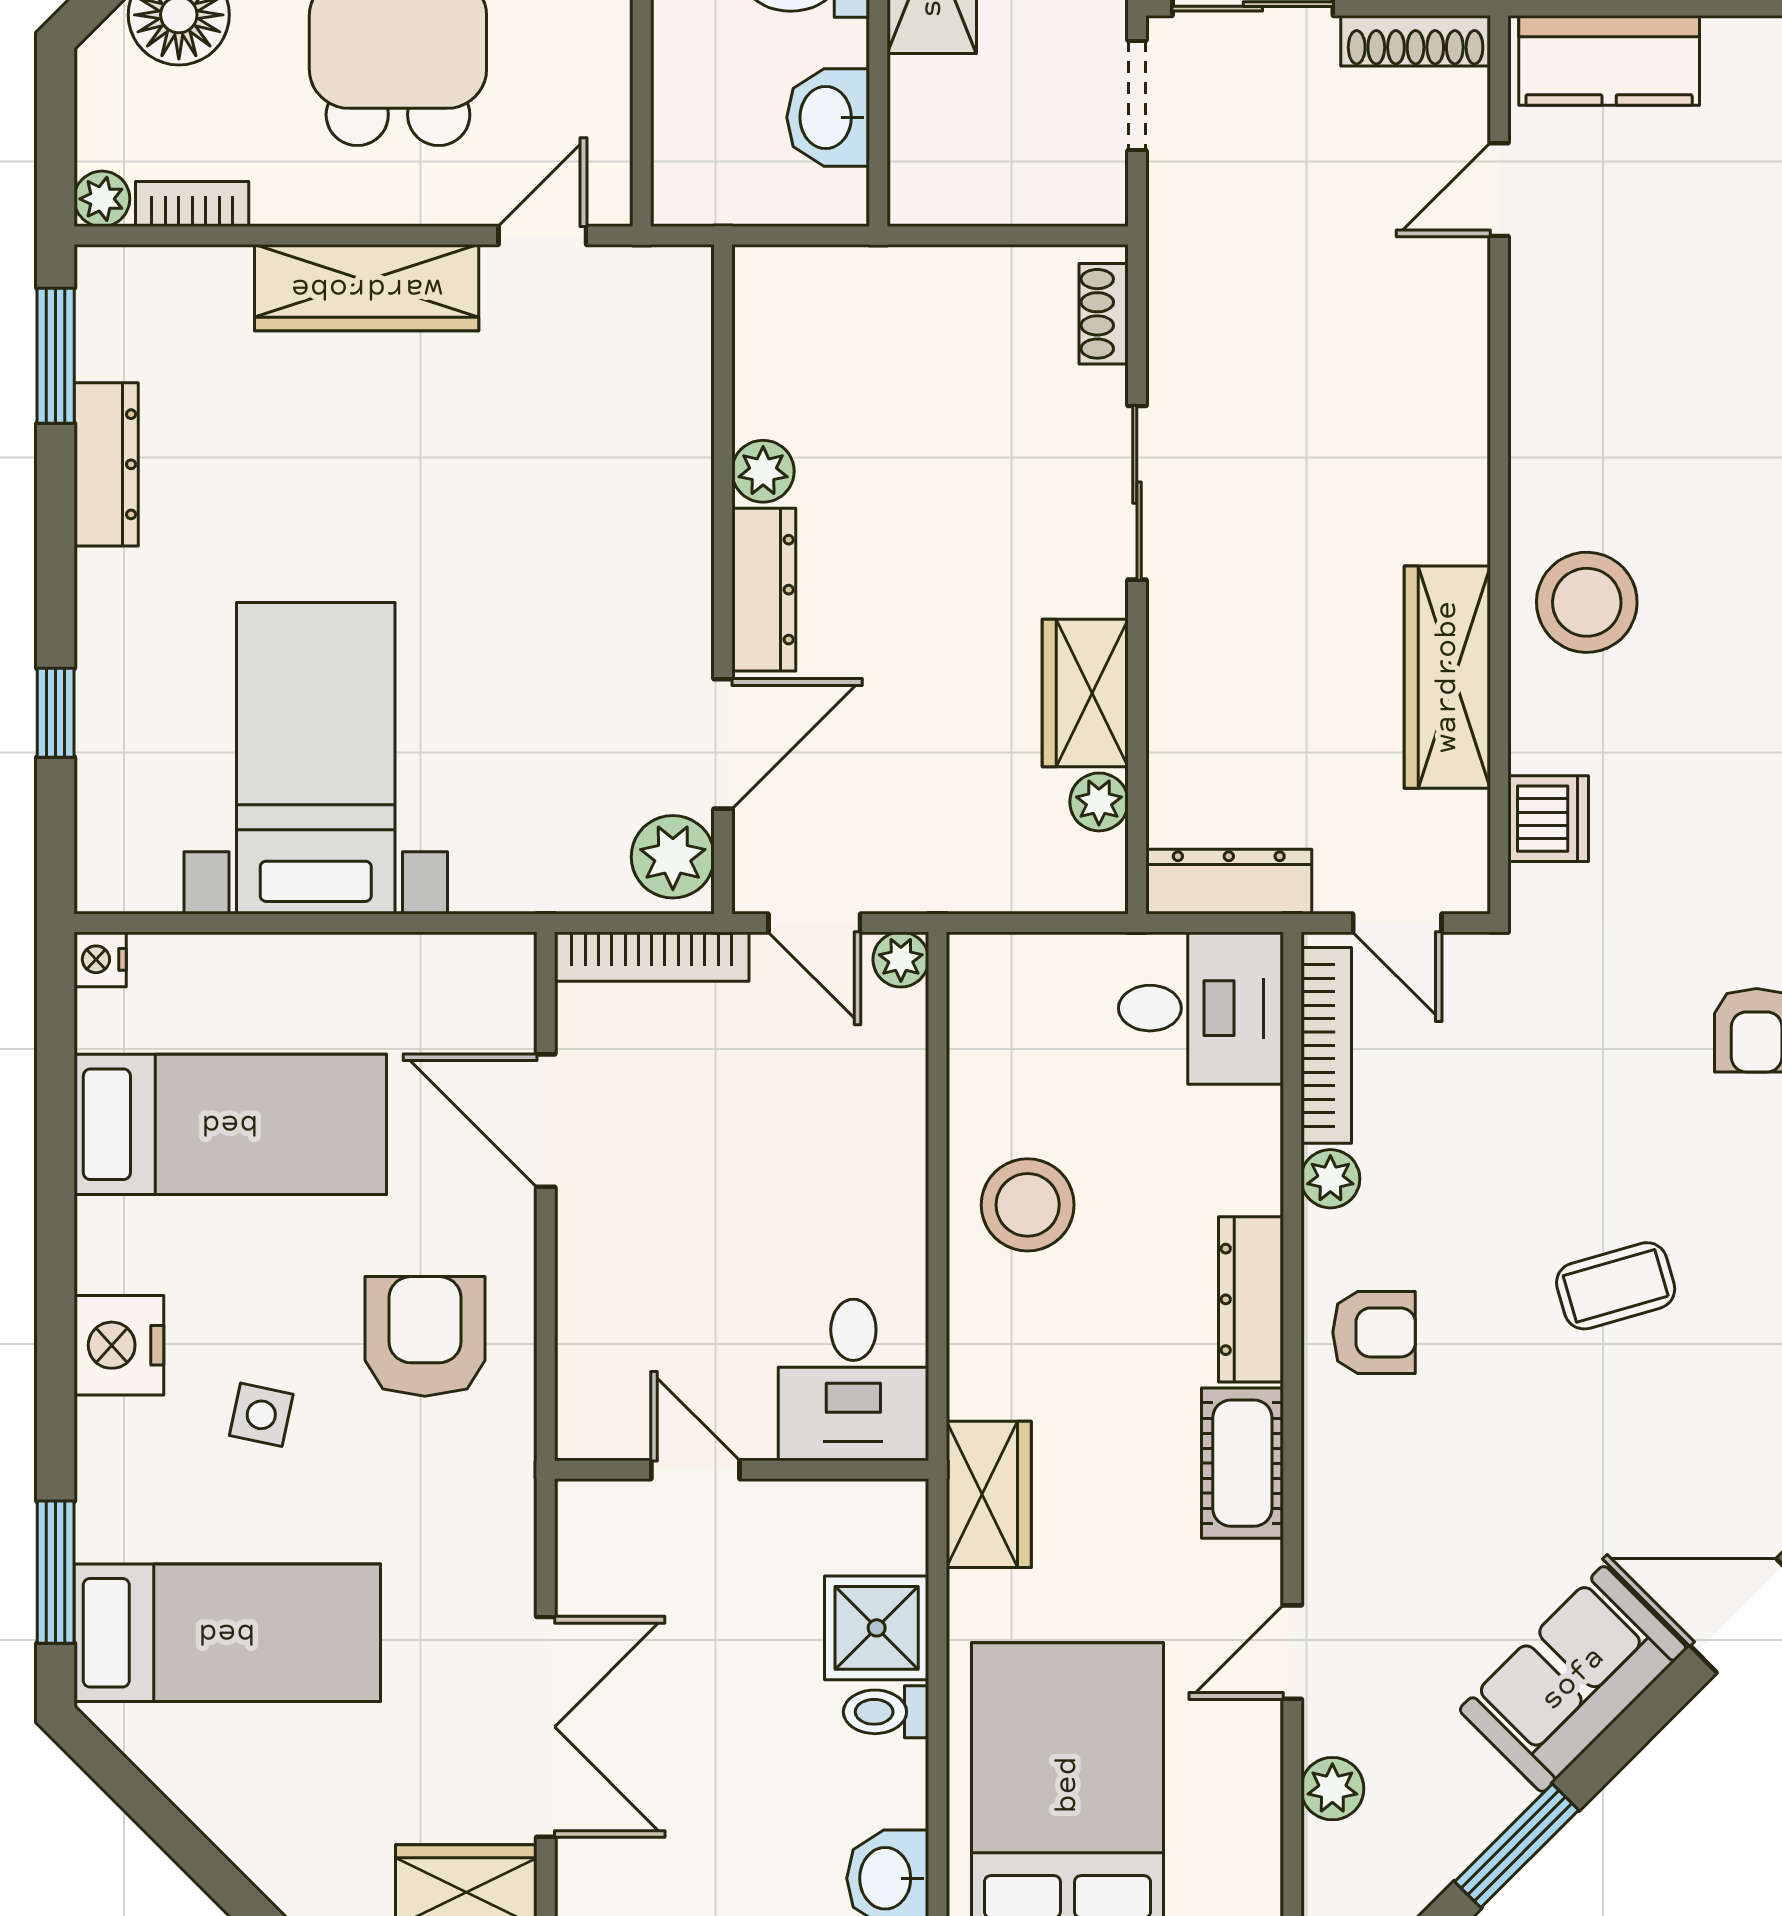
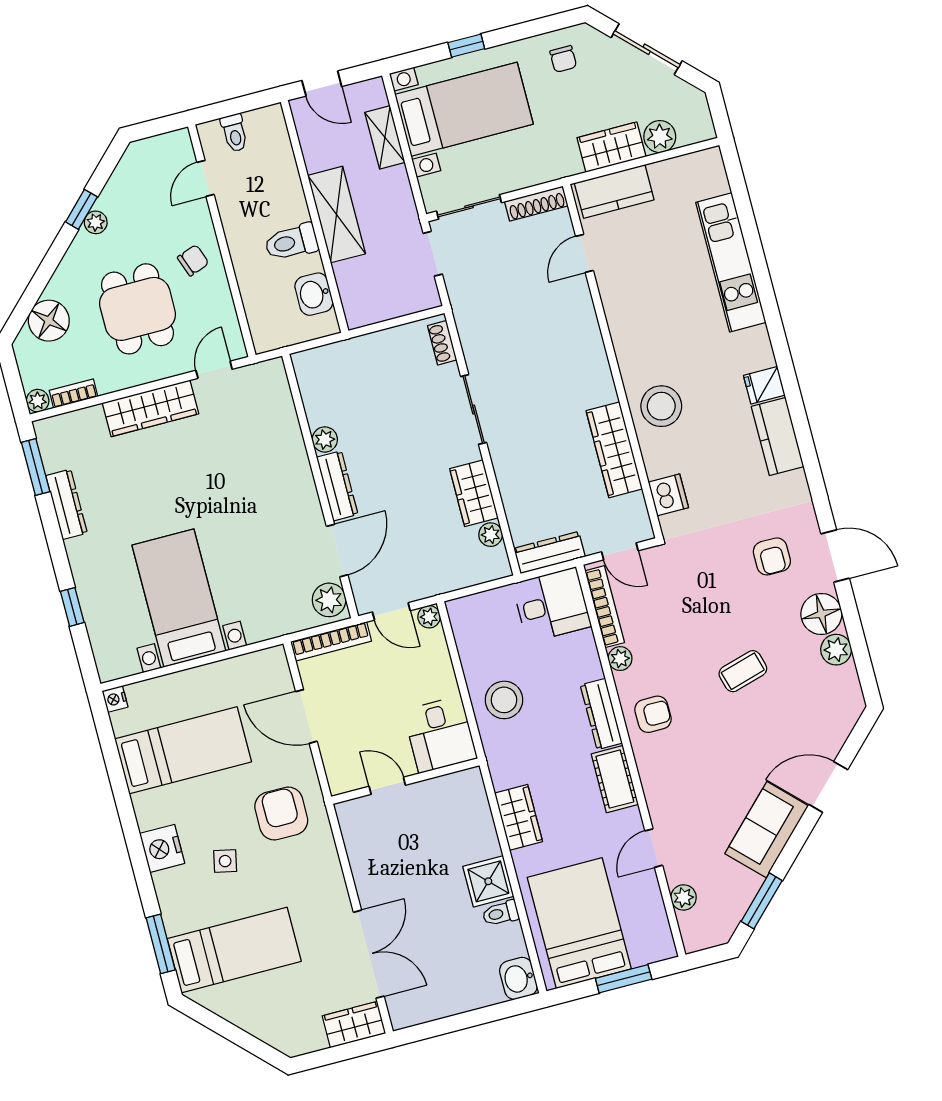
desk: (853, 1380) -> (440, 734), moved
door: (695, 1470) -> (387, 786), moved
wall: (742, 1470) -> (405, 781), moved

